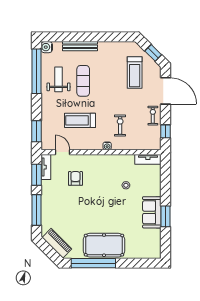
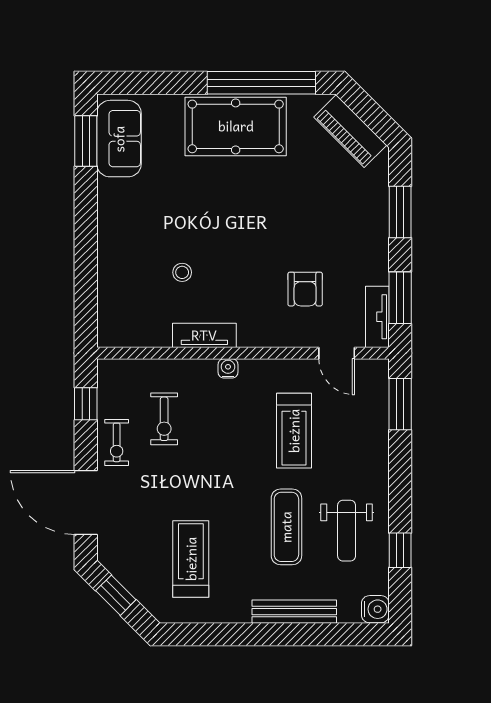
window: (36, 71) -> (400, 550), width x0.32
treadmill: (135, 72) -> (191, 559), moved
treadmill: (80, 120) -> (294, 431), turned 90
exercise bike: (120, 125) -> (164, 419), moved
tv unit: (148, 159) -> (204, 335), moved
window: (36, 210) -> (400, 212), width x0.69
sofa: (152, 212) -> (119, 139), moved
window: (165, 216) -> (86, 141), moved

